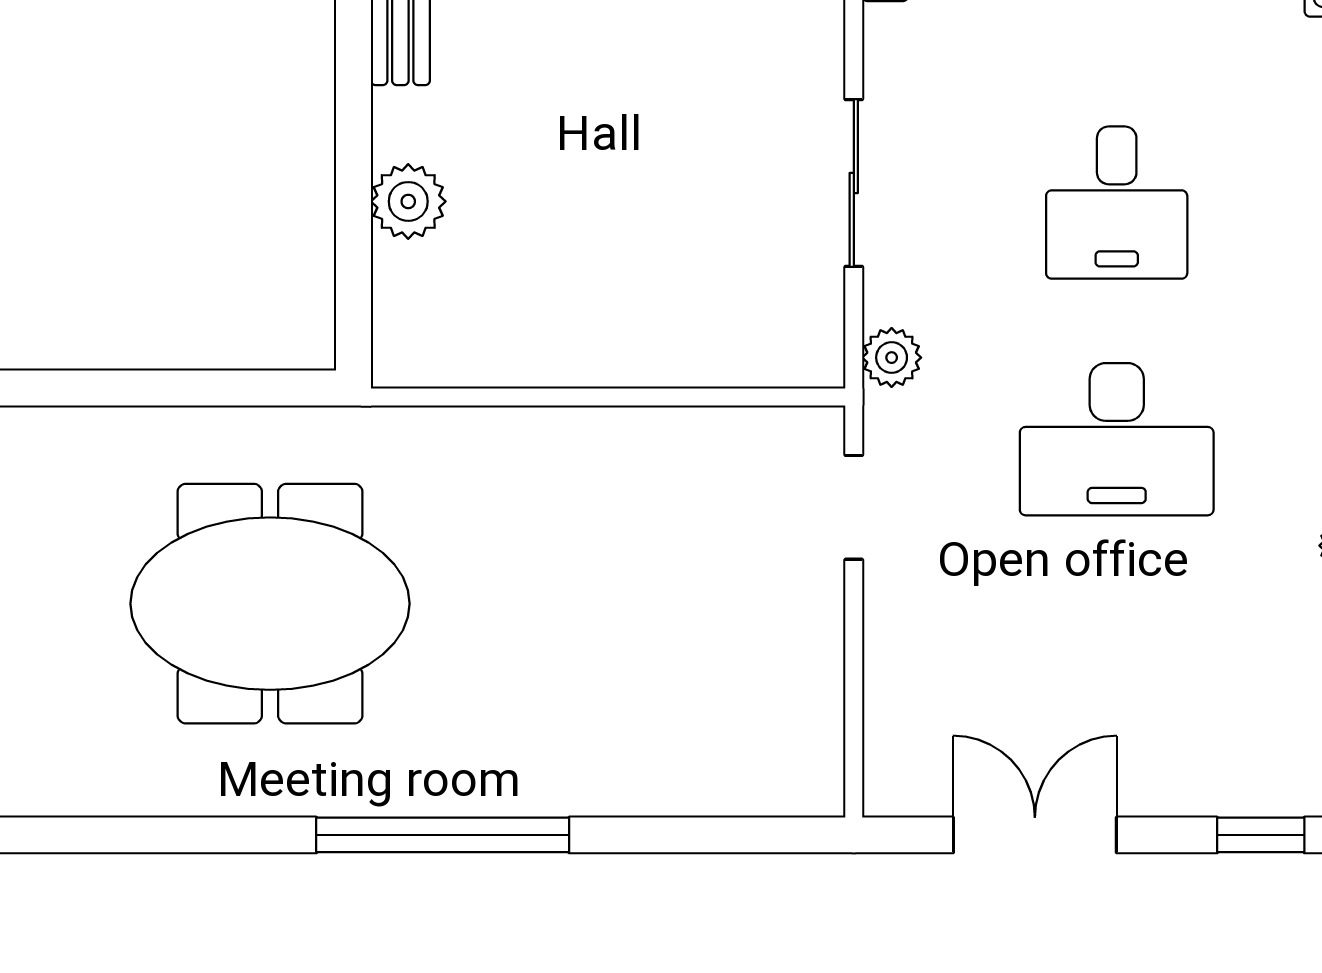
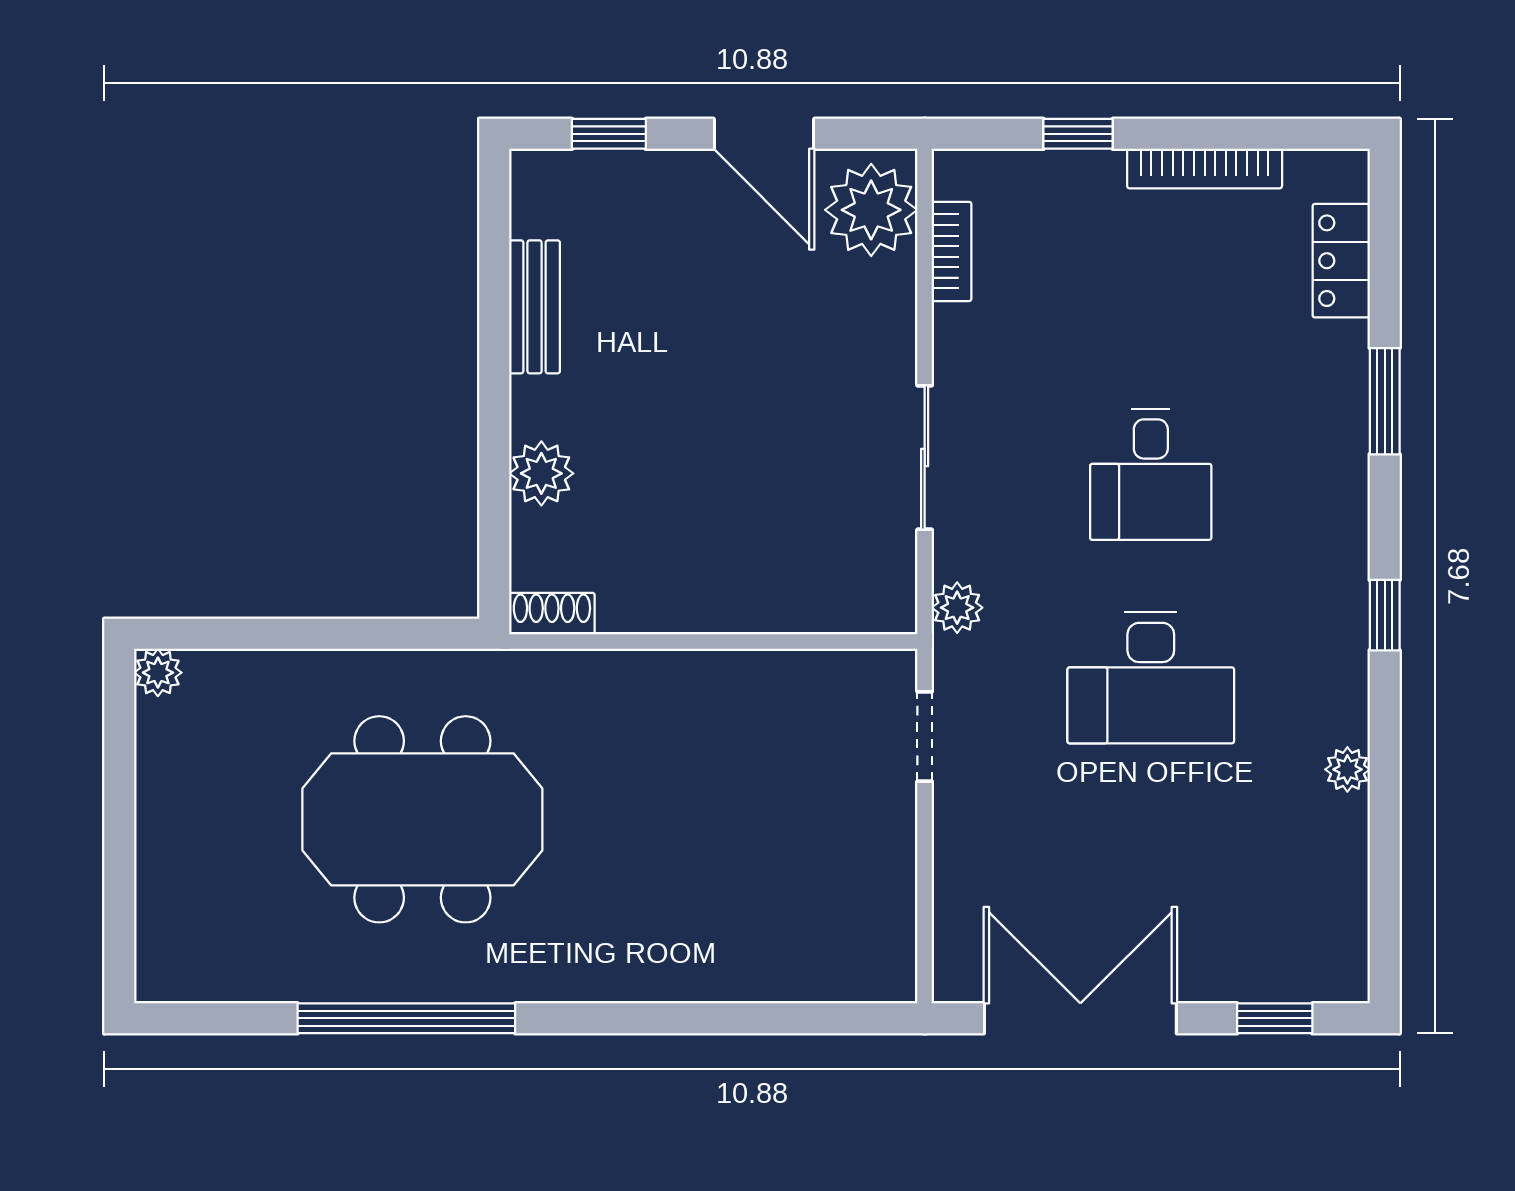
shoe rack: (421, 364) -> (552, 614), added
window: (443, 835) -> (406, 1018), moved
double door: (1035, 835) -> (1080, 1018), width x1.37

